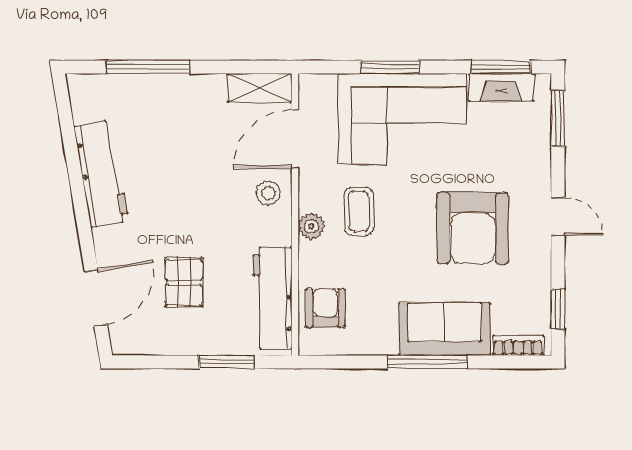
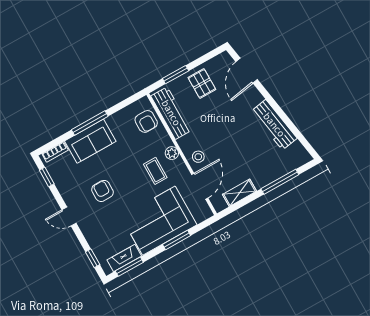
shelving: (260, 88) -> (239, 193), moved
window: (558, 118) -> (93, 258), width x0.67
armchair: (473, 228) -> (103, 191), width x0.53, depth x0.53
pallet: (184, 282) -> (202, 83), moved

